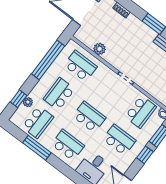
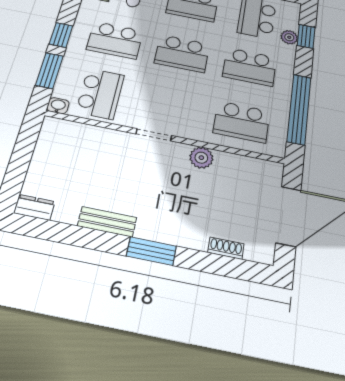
plant: (100, 49) -> (201, 158), moved
school desk: (59, 94) -> (250, 67), turned 90
school desk: (141, 112) -> (100, 94), turned 180

